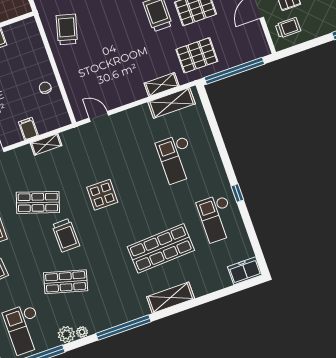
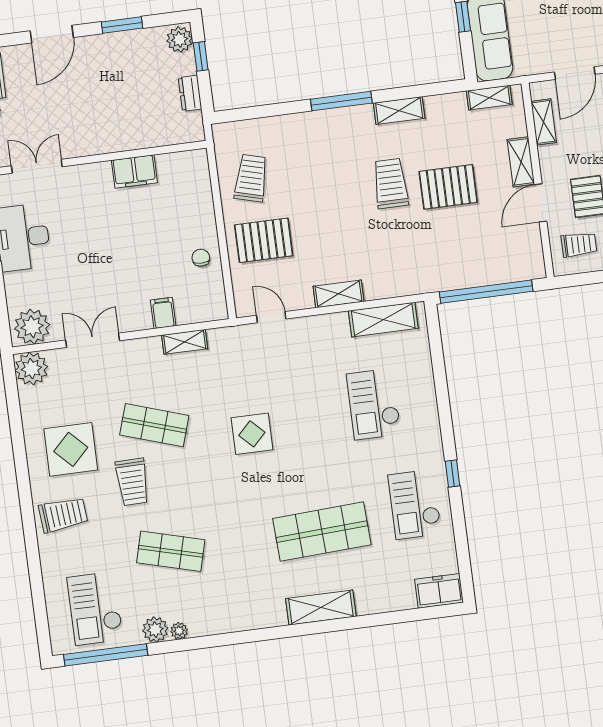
pallet: (197, 55) -> (264, 240), moved
shelving: (162, 85) -> (339, 294), moved
trolley: (66, 235) -> (132, 482), moved
window: (123, 328) -> (242, 637), removed

